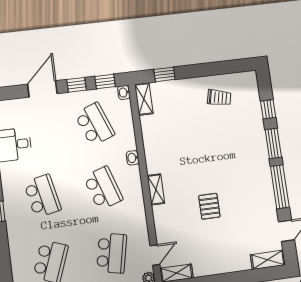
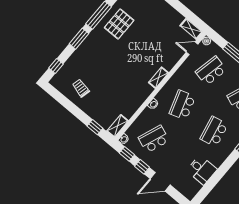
window: (268, 109) -> (56, 66), moved
school desk: (95, 124) -> (154, 139), turned 42
pallet: (209, 206) -> (119, 24), moved, width x1.50, depth x1.42

